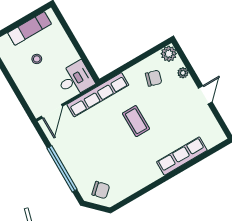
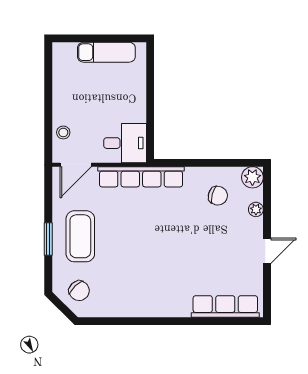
stool: (37, 59) -> (63, 132), moved
coffee table: (136, 121) -> (80, 236), moved, width x1.36, depth x1.32
row of seats: (182, 156) -> (225, 306), moved
window: (62, 169) -> (48, 239), width x0.47

